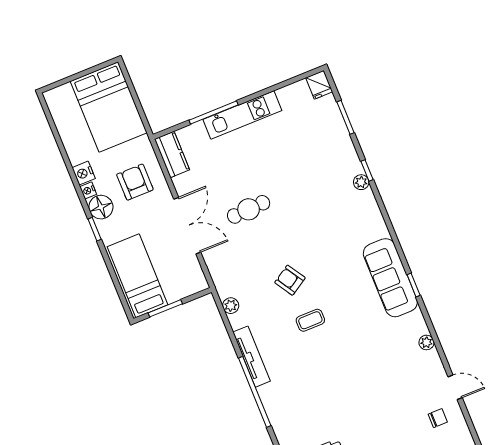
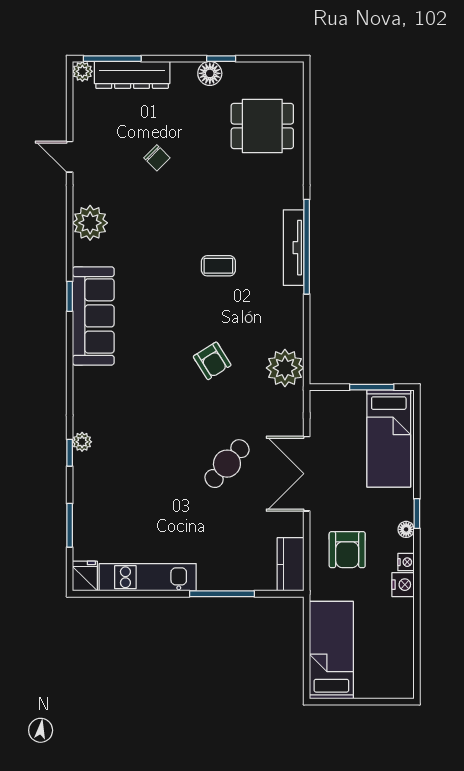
bed: (109, 107) -> (331, 650), width x0.67
kitchen unit: (242, 115) -> (148, 577), moved
floor lamp: (101, 207) -> (406, 529), width x0.53, depth x0.53
cafe table: (249, 209) -> (227, 464), turned -46
plant: (231, 306) -> (285, 368), width x1.87, depth x1.87
coffee table: (310, 320) -> (218, 266), moved
plant: (426, 342) -> (90, 223), width x1.87, depth x1.87
tv unit: (252, 357) -> (294, 248), moved
chair: (438, 418) -> (157, 158), moved, turned -135

